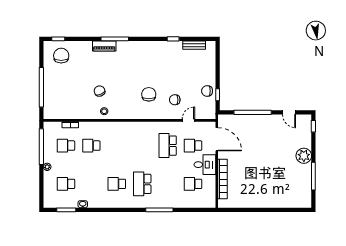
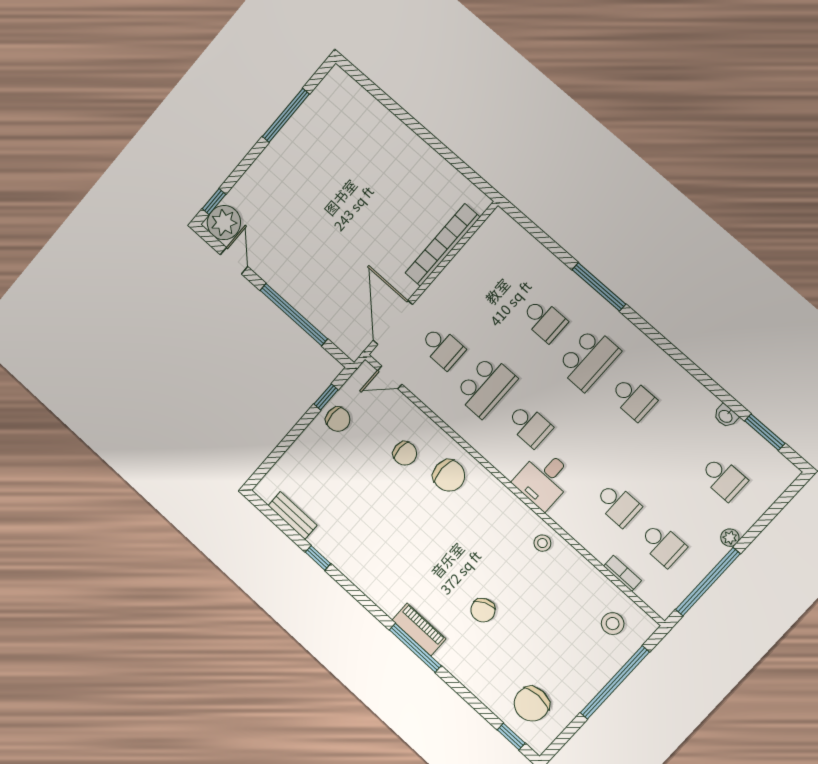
piano: (104, 46) -> (419, 629), moved
chair: (100, 91) -> (483, 610), moved
chair: (149, 94) -> (449, 476), moved, turned -90
stool: (59, 106) -> (613, 624), added
door: (188, 120) -> (390, 377), moved
school desk: (142, 146) -> (529, 425), added
plant: (304, 156) -> (224, 223), moved
desk: (205, 165) -> (544, 479), moved, turned -90
school desk: (193, 184) -> (544, 320), moved

